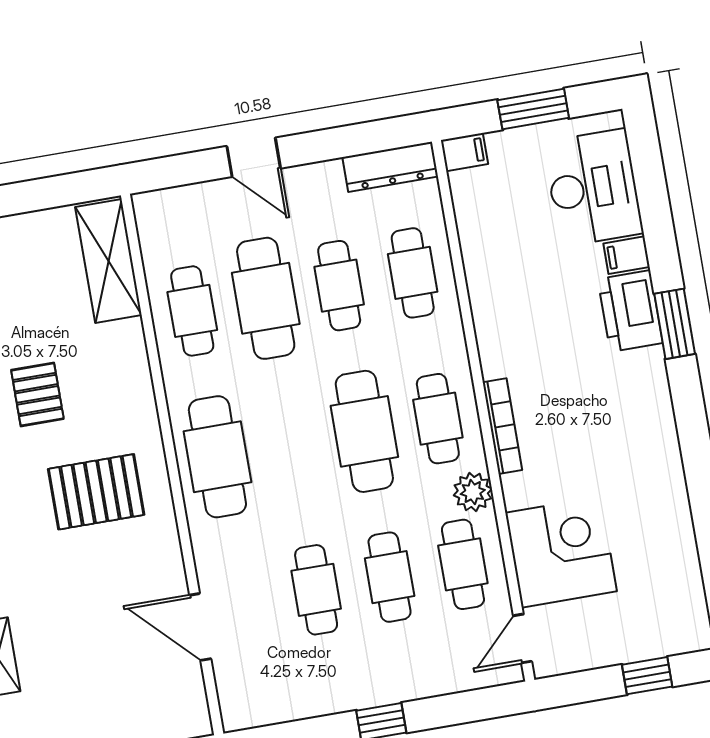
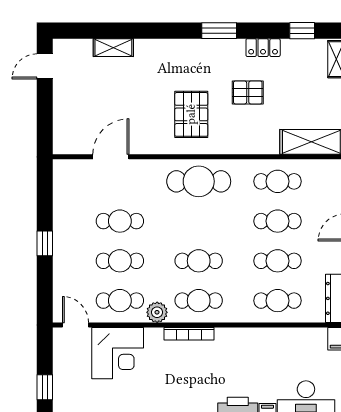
cafe table: (266, 298) -> (278, 221), width x0.73, depth x0.74
cafe table: (364, 431) -> (199, 261), width x0.73, depth x0.74

